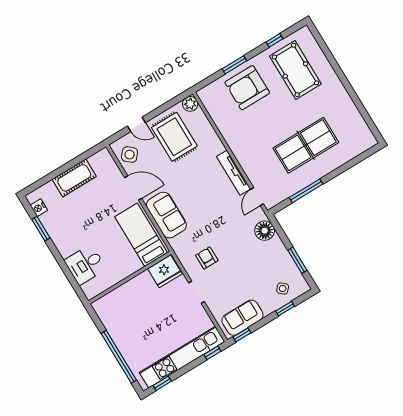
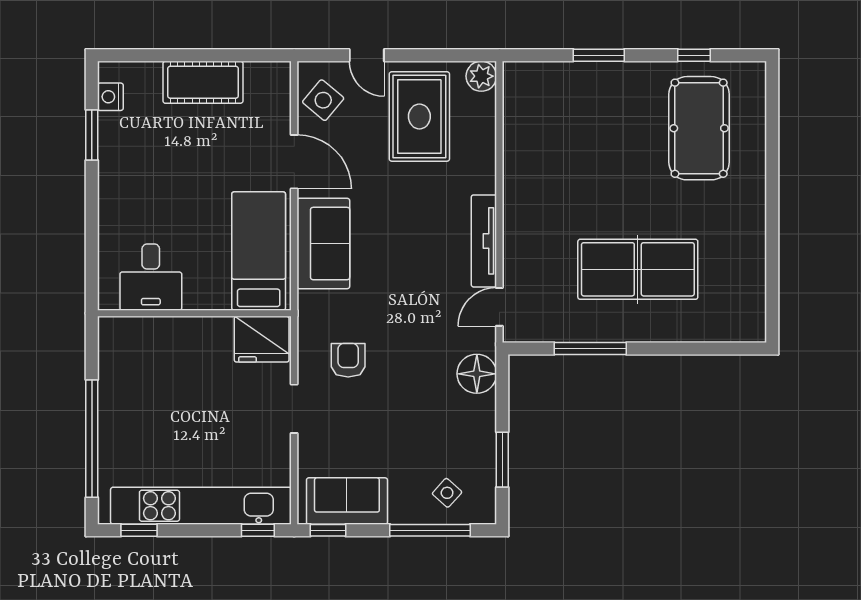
armchair: (247, 88) -> (597, 108), removed
desk: (85, 265) -> (151, 277), moved, turned -90
window: (285, 309) -> (430, 530), width x2.17

